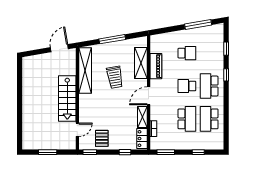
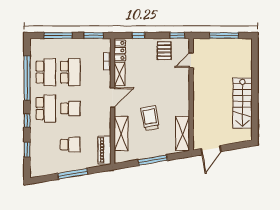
window: (198, 24) -> (73, 174), moved
school desk: (187, 53) -> (70, 145), turned 180
piano: (156, 66) -> (104, 150), moved
shelving: (85, 71) -> (182, 133), width x0.68
stairs: (67, 98) -> (243, 103), moved, turned 180
window: (226, 113) -> (27, 78), added
school desk: (187, 119) -> (70, 72), turned 180
window: (48, 152) -> (224, 35), width x1.44
window: (198, 152) -> (58, 35), width x2.17

